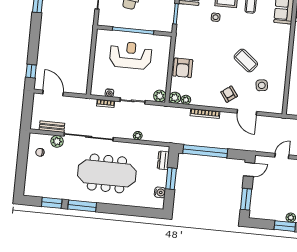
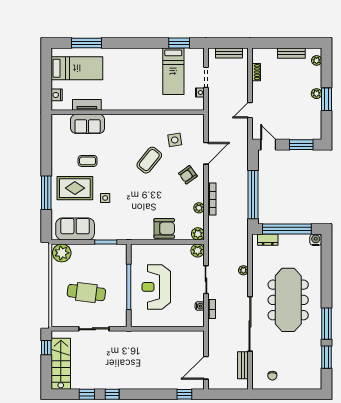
plant: (186, 100) -> (199, 208), moved
plant: (57, 141) -> (258, 358), removed
door: (282, 156) -> (250, 110), hinge flipped
window: (171, 179) -> (287, 229), width x2.11
water cooler: (160, 192) -> (316, 240), moved

